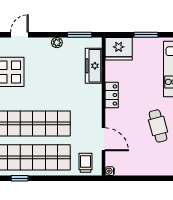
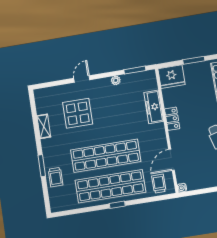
freezer: (94, 66) -> (154, 107), moved
door: (104, 139) -> (172, 160), swing flipped
window: (20, 178) -> (117, 205), moved

